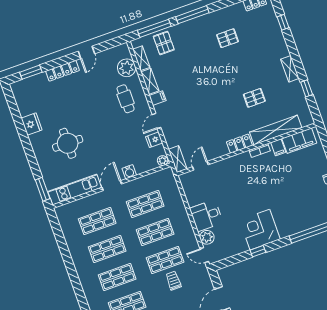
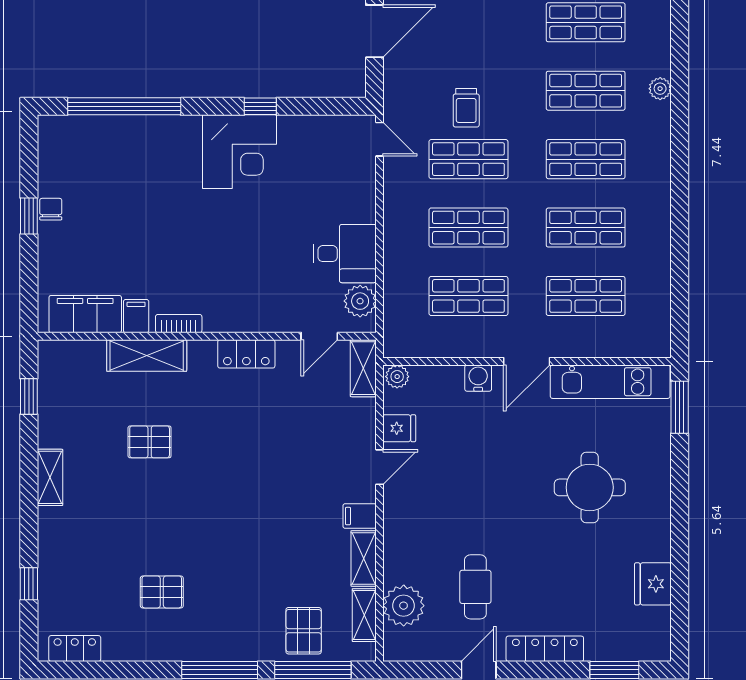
window: (307, 88) -> (29, 396), moved
cafe table: (126, 99) -> (475, 587), moved
fridge: (32, 124) -> (653, 584), moved
shelving: (276, 130) -> (147, 356), width x0.68
locker: (239, 144) -> (246, 354), moved
desk: (206, 216) -> (345, 254), moved
plant: (207, 237) -> (360, 301), moved

